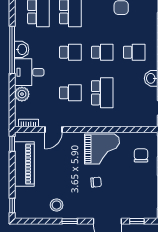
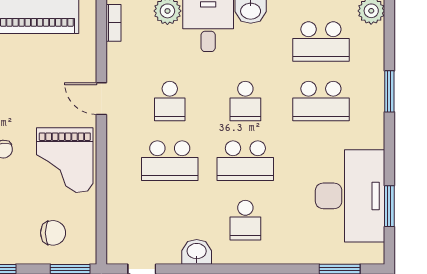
school desk: (102, 52) -> (245, 161), width x1.85
door: (54, 130) -> (101, 99), moved

